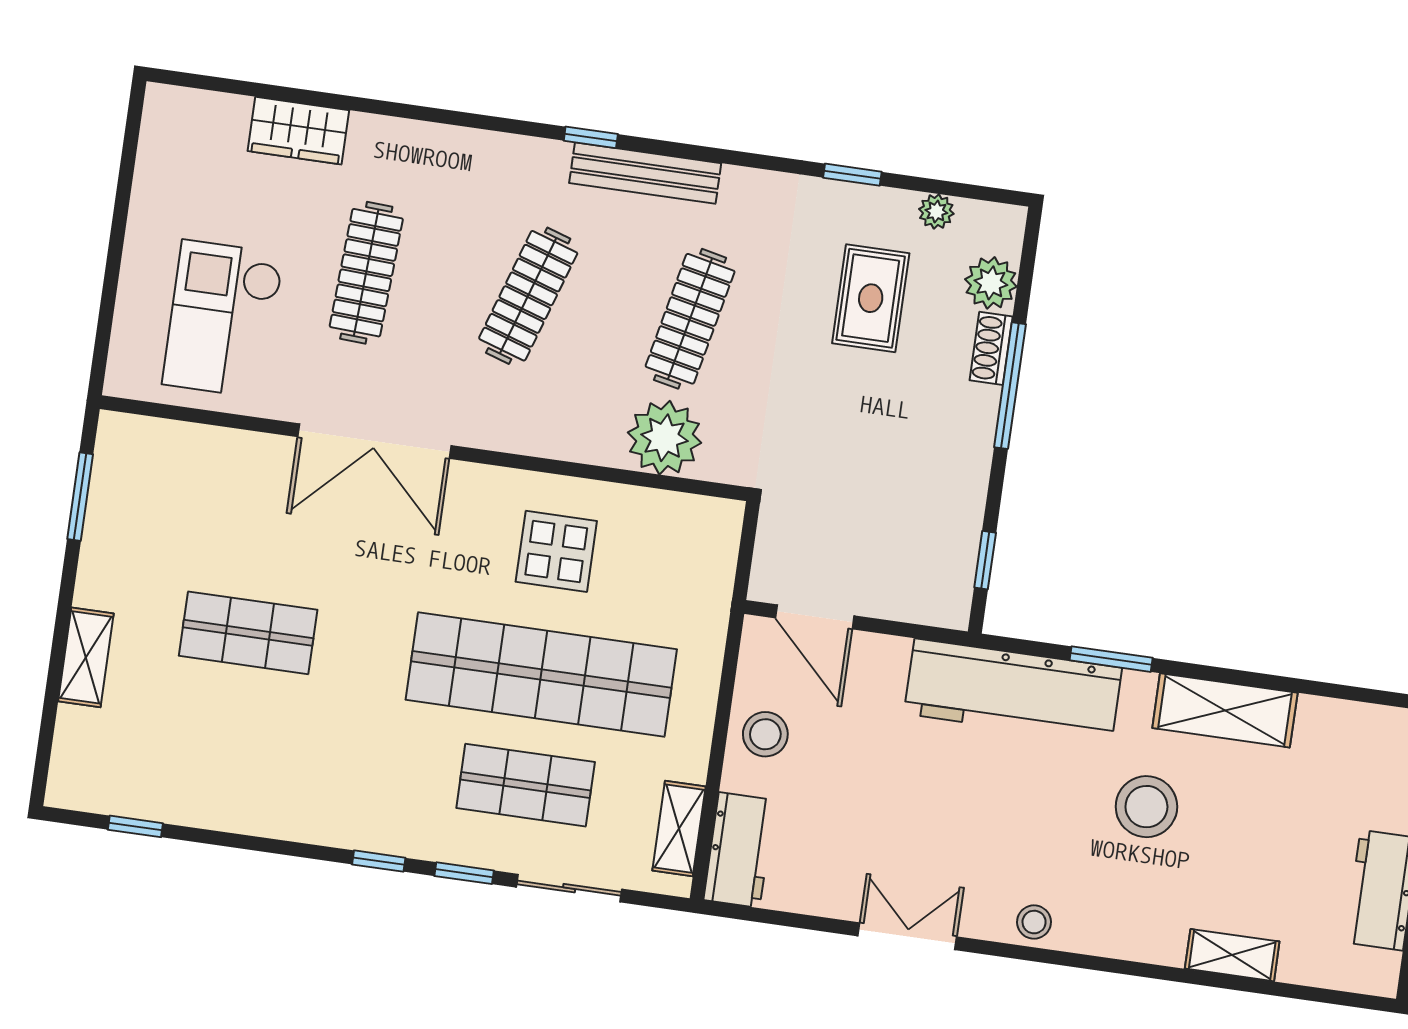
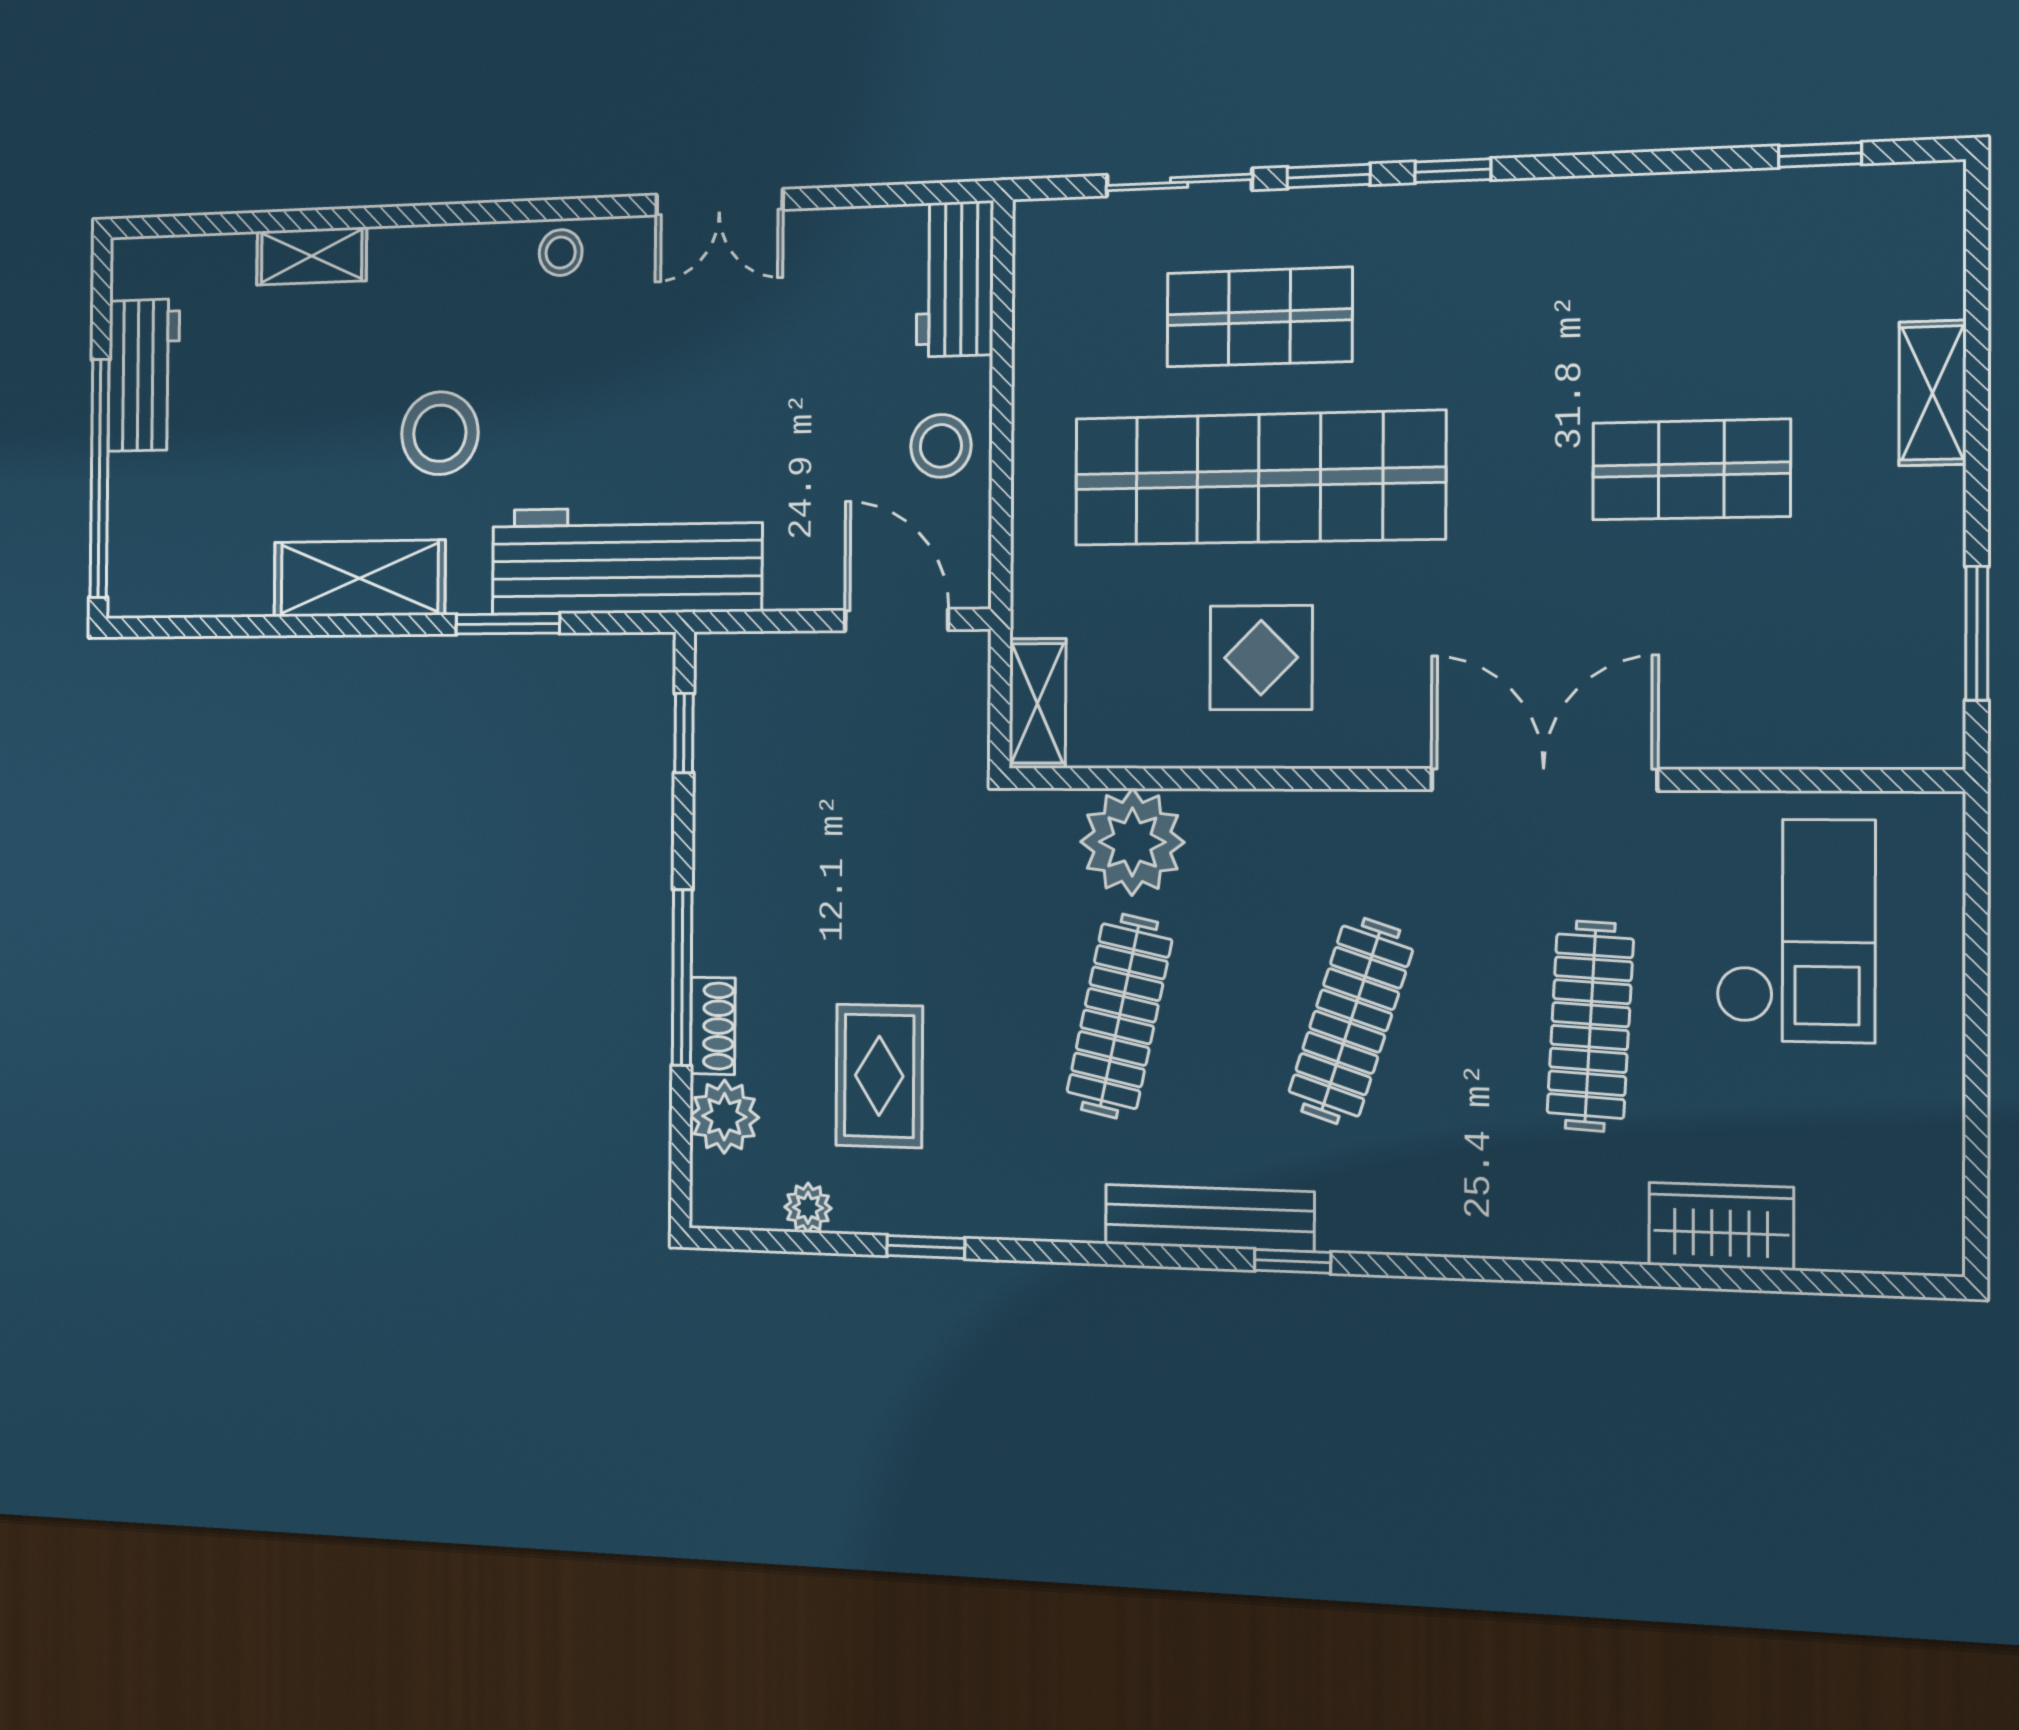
shelving: (679, 829) -> (1037, 703), moved

